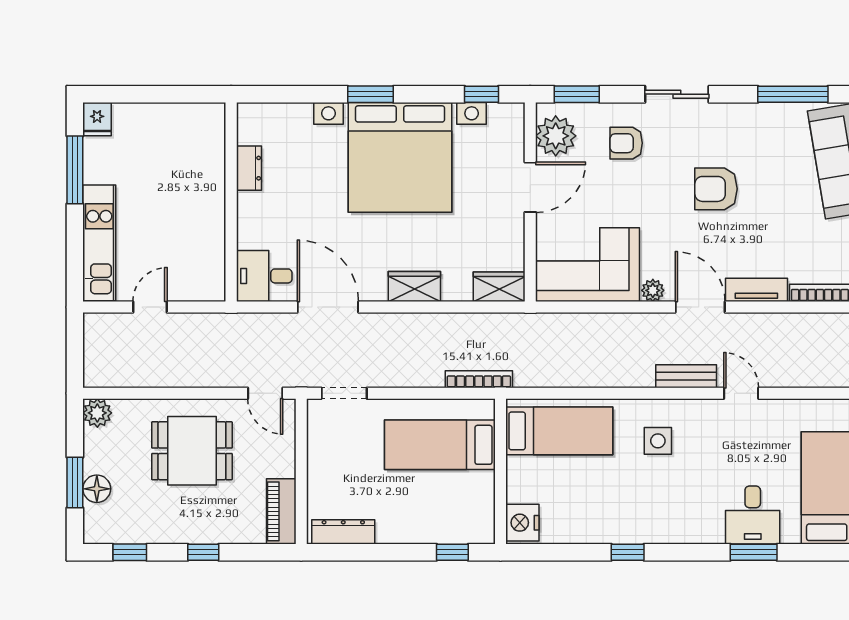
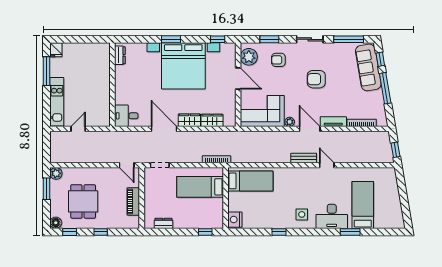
window: (577, 94) -> (269, 39), moved
sliding door: (677, 94) -> (310, 39), moved
dresser: (249, 168) -> (120, 55), moved
door: (530, 187) -> (238, 78), hinge flipped
wardrobe: (499, 287) -> (212, 120), moved
door: (328, 307) -> (164, 129), moved
side table: (658, 441) -> (302, 214), moved
dining table: (192, 451) -> (83, 201), moved, turned 90
window: (75, 482) -> (47, 189), moved
floor lamp: (97, 489) -> (56, 223), moved
piano: (281, 511) -> (133, 201), moved
desk: (753, 515) -> (332, 216), width x1.37
dresser: (343, 532) -> (163, 223), width x0.70
window: (754, 552) -> (350, 232), moved

